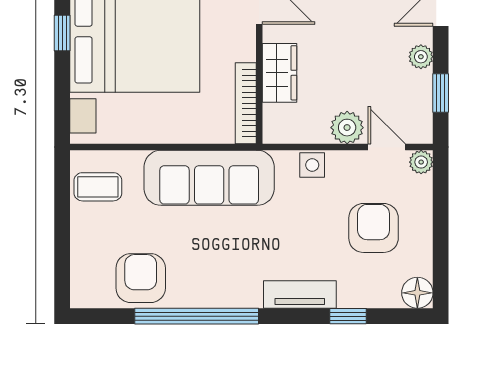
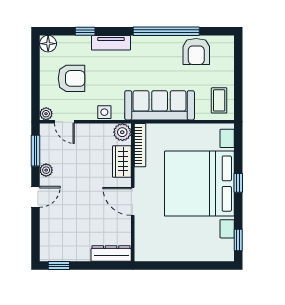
window: (441, 93) -> (36, 151), width x1.50
plant: (347, 128) -> (122, 132), moved
coffee table: (98, 187) -> (219, 100), turned 90
armchair: (374, 228) -> (72, 78), turned -90

